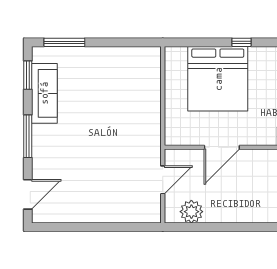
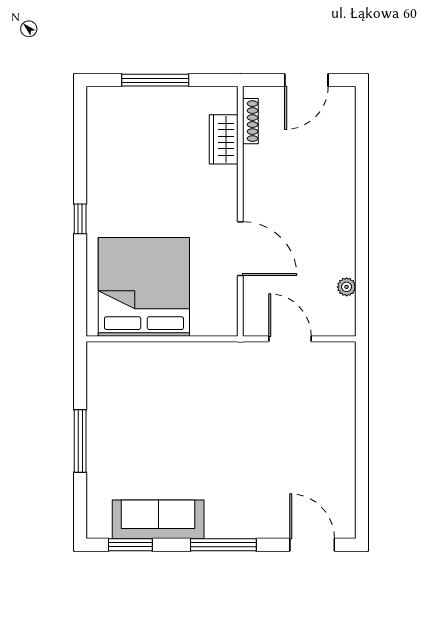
window: (64, 42) -> (80, 441), moved
bed: (218, 79) -> (144, 287), moved, turned -90
plant: (191, 212) -> (347, 287), width x0.53, depth x0.53

